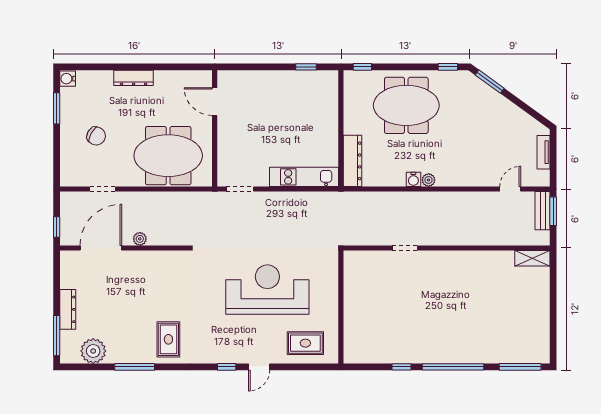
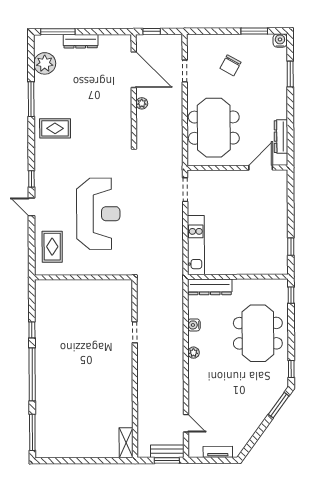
window: (106, 67) -> (290, 74), added
dresser: (134, 78) -> (281, 137), moved
water cooler: (413, 179) -> (194, 325), moved

